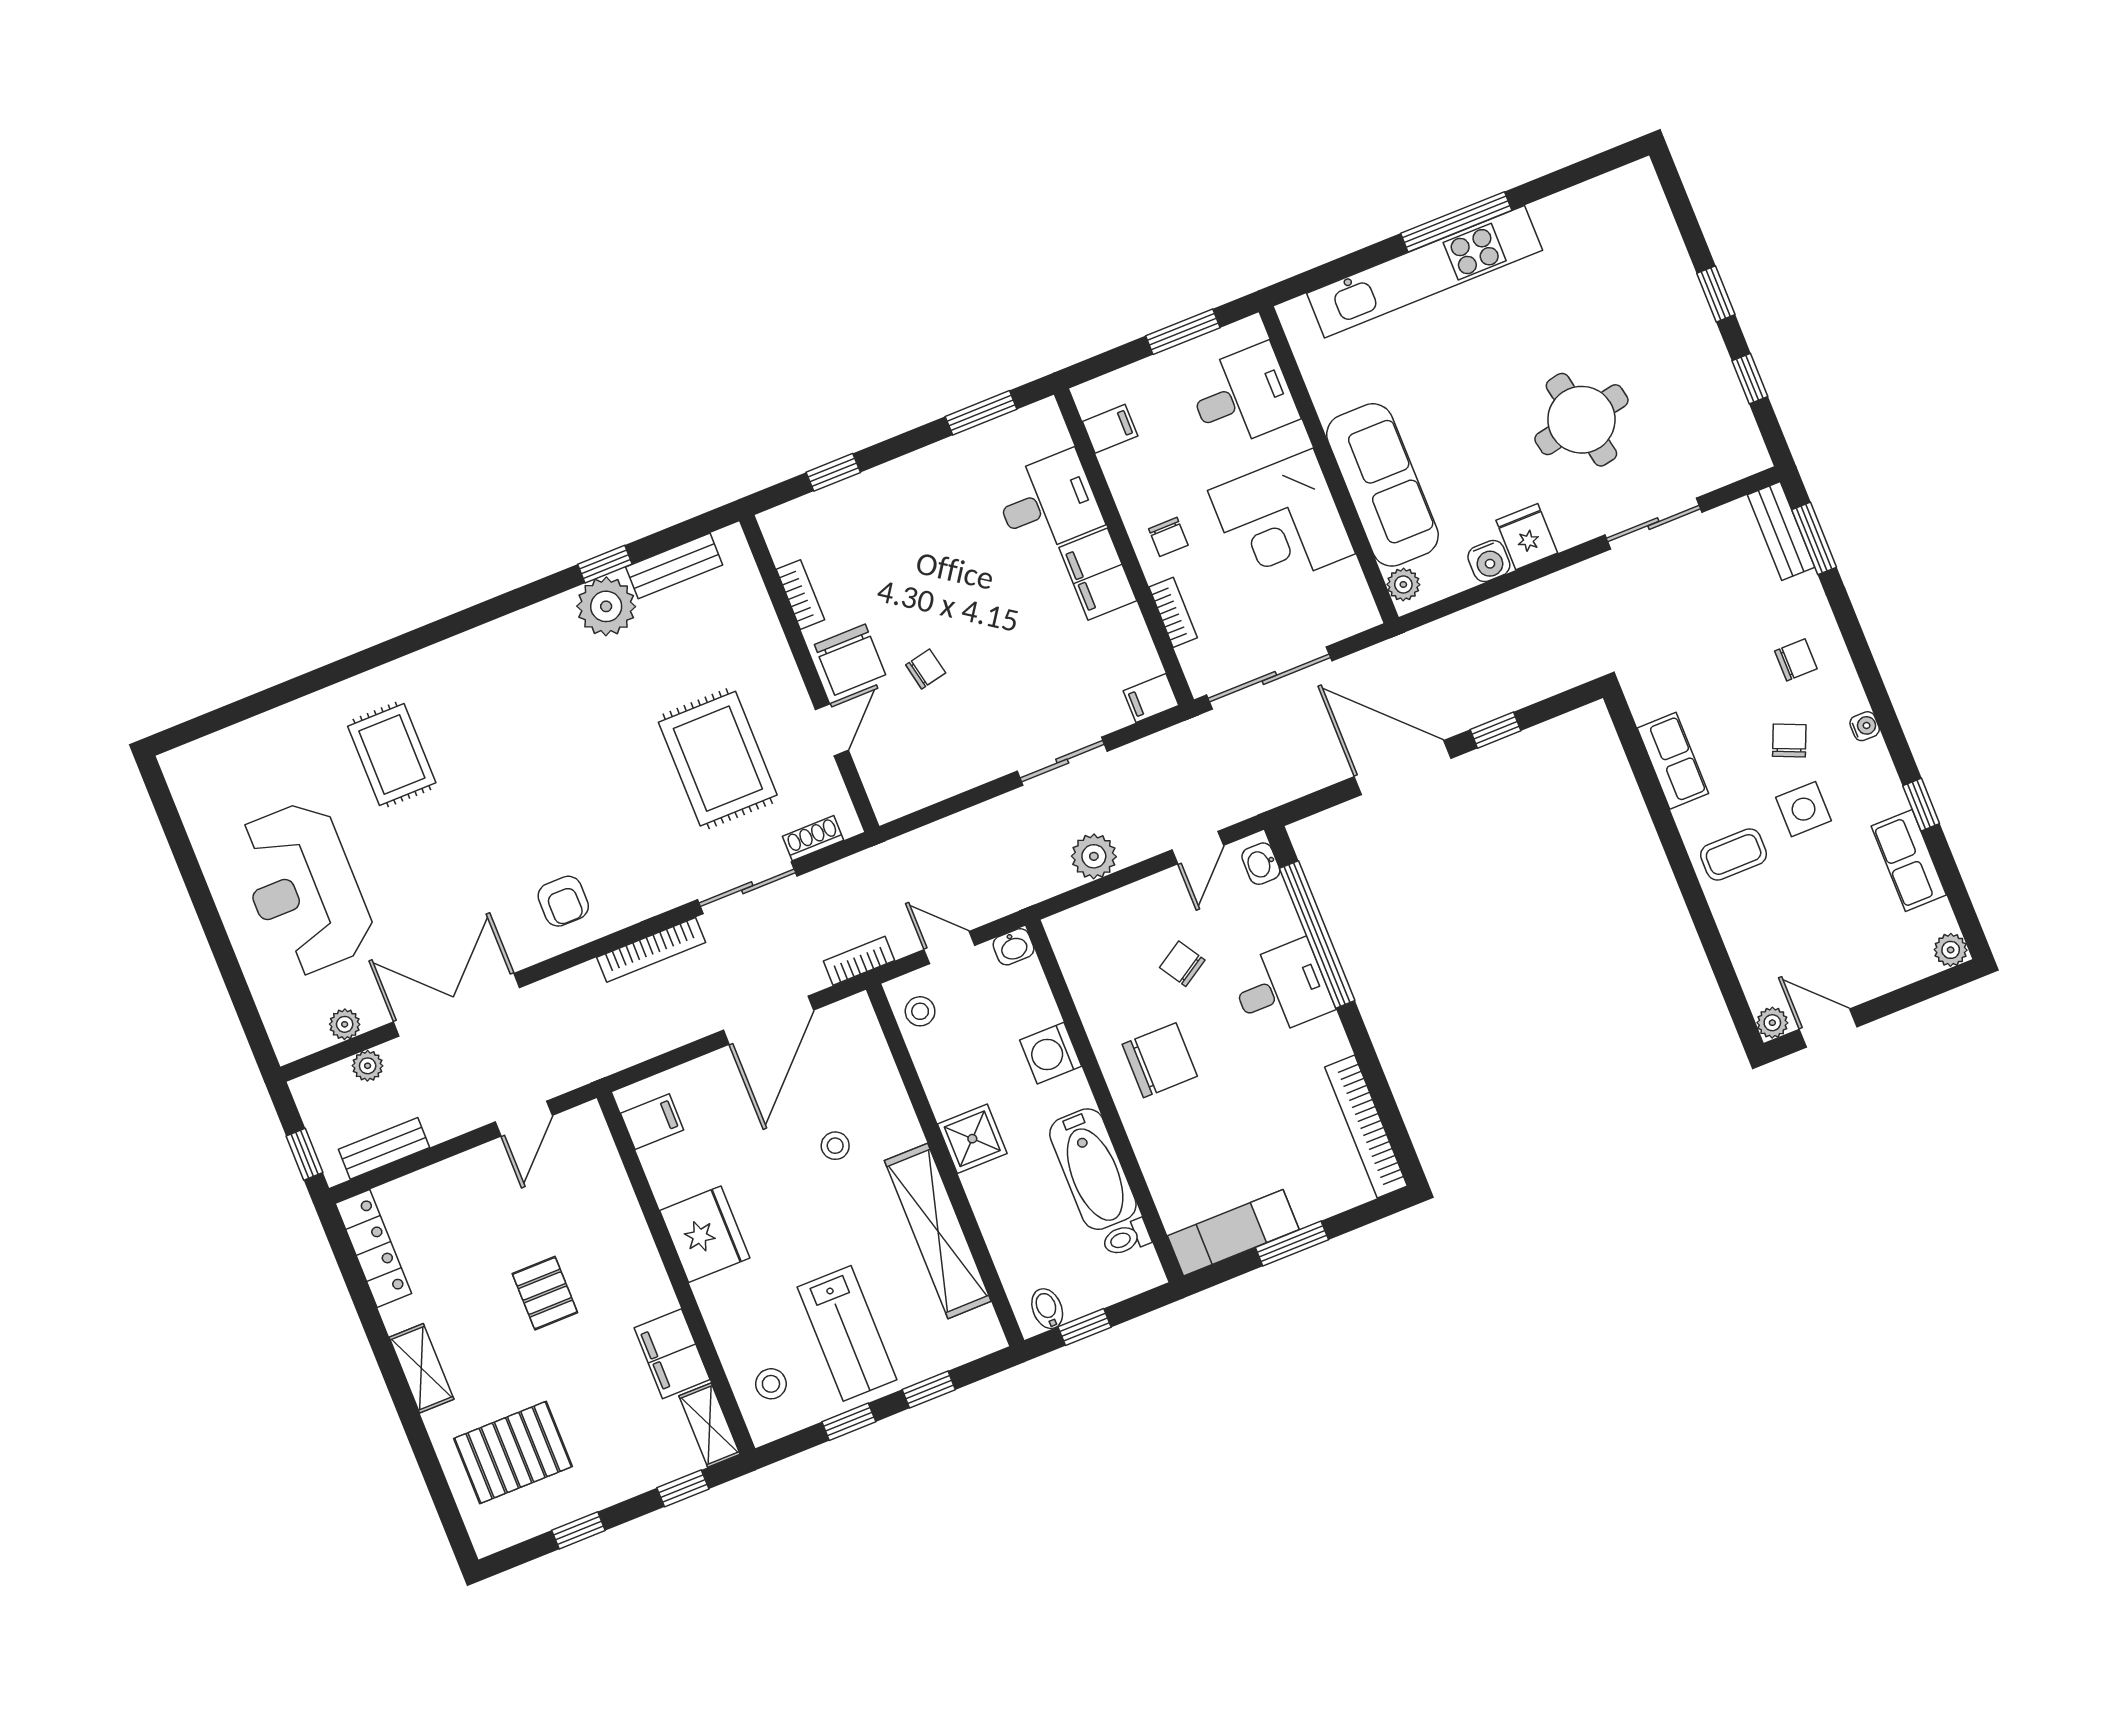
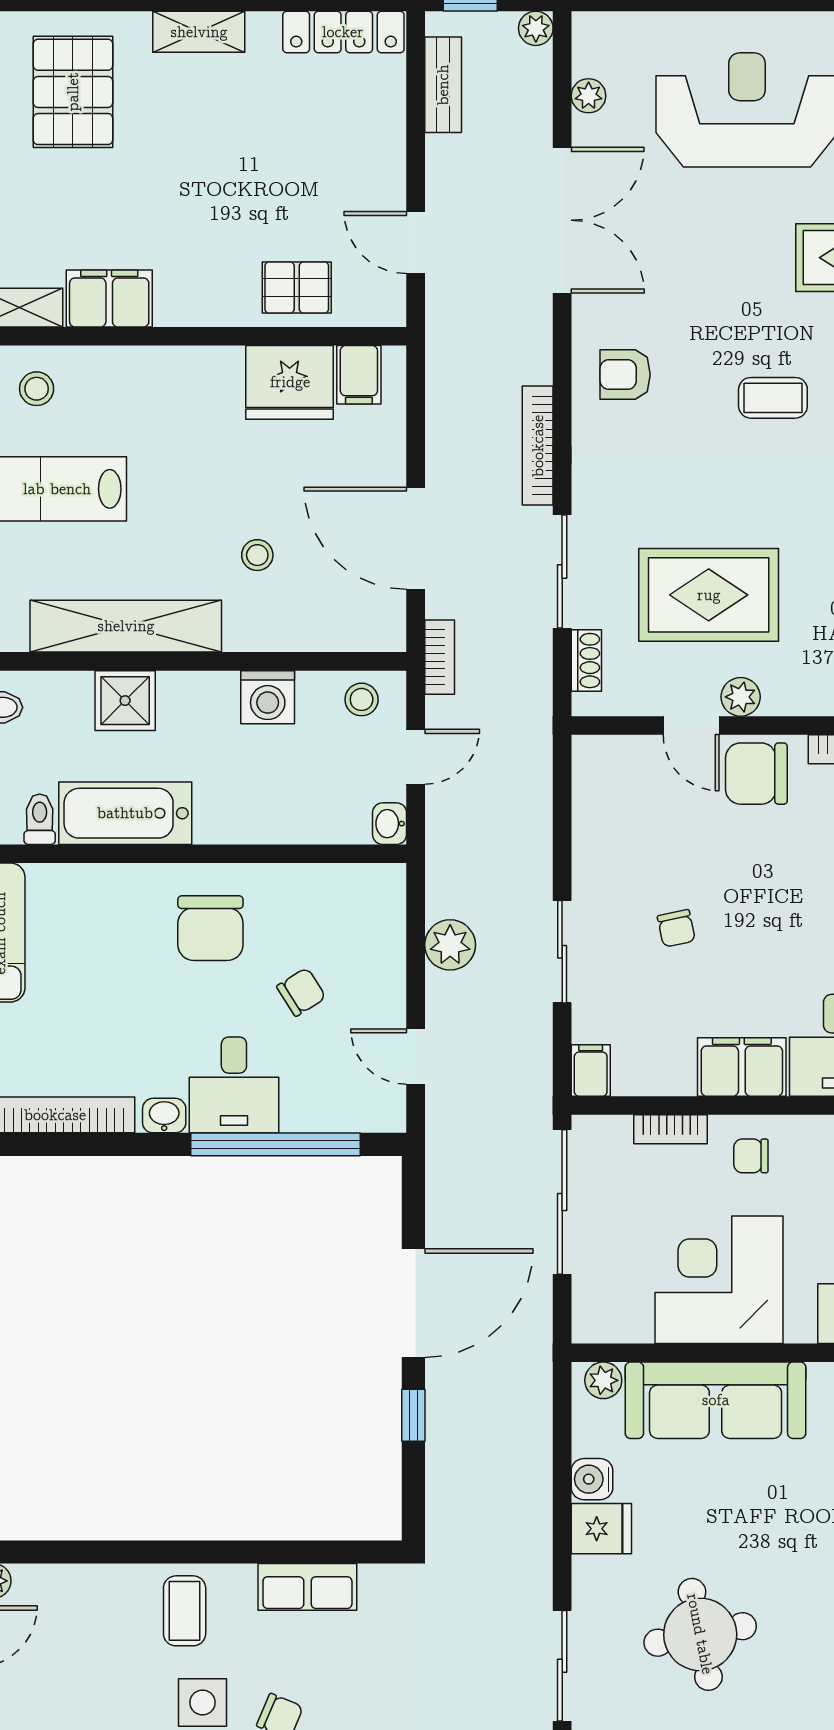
chair: (926, 669) -> (676, 928), moved
plant: (792, 698) -> (741, 697), added
coffee table: (533, 771) -> (773, 398), added
washbasin: (1261, 864) -> (164, 1116), moved
washing machine: (1051, 1053) -> (268, 697), moved, turned 180
plant: (368, 1066) -> (536, 28), moved
shower: (972, 1139) -> (125, 701), moved
fridge: (705, 1234) -> (290, 382), moved
pallet: (545, 1293) -> (297, 288), moved

